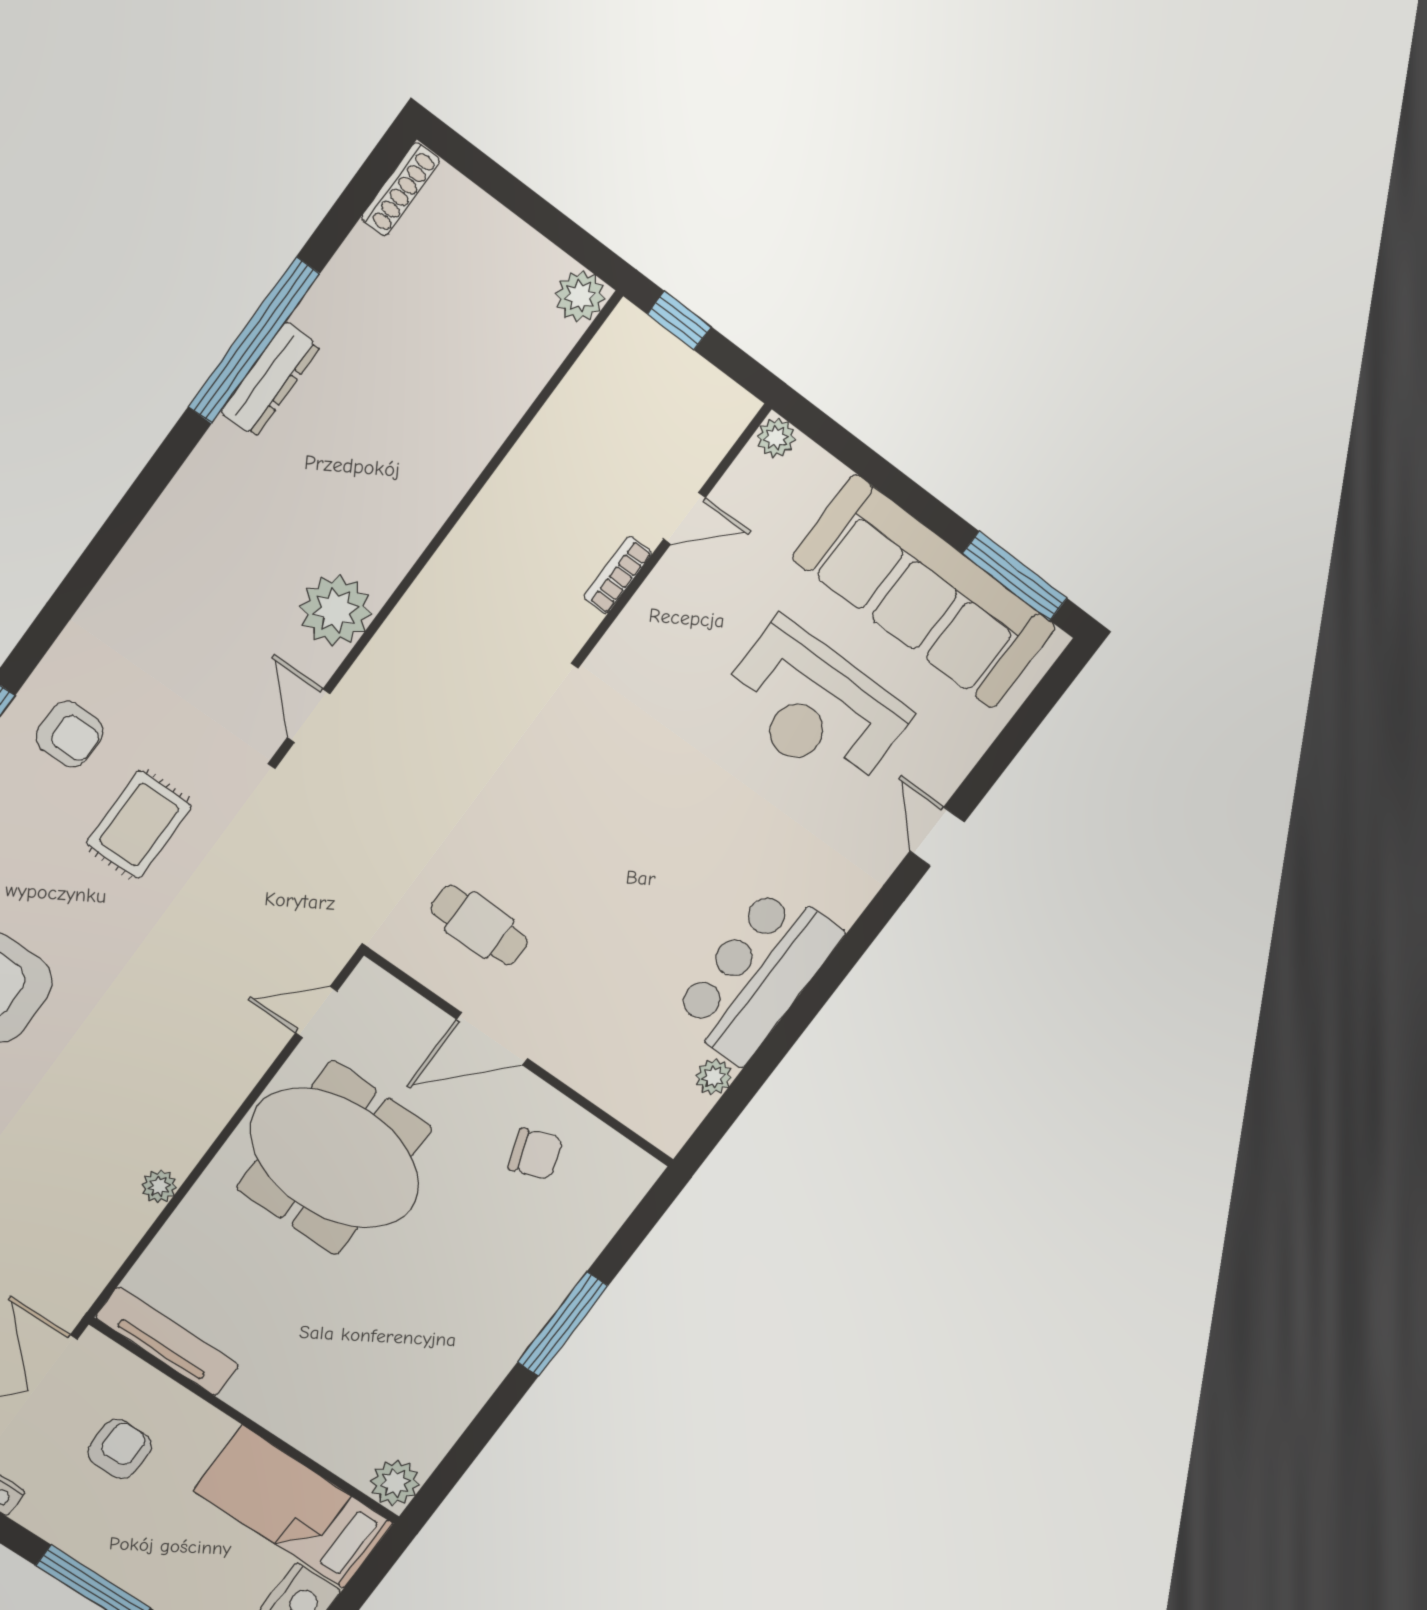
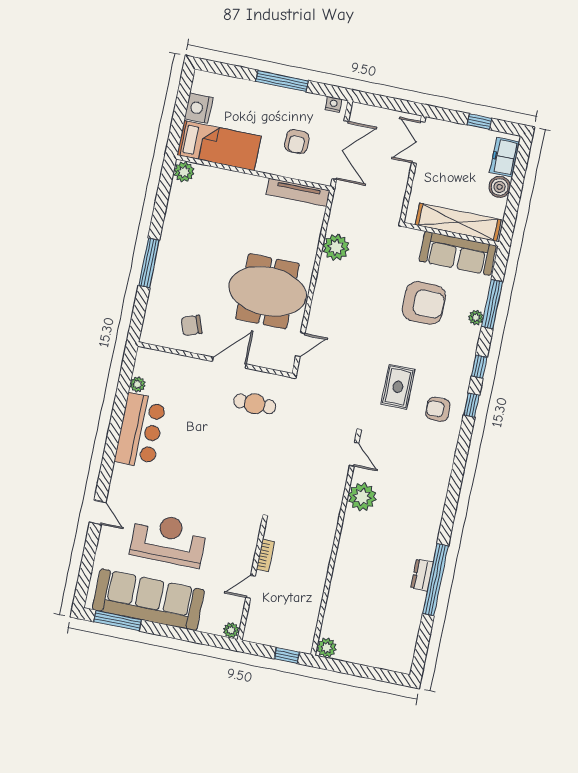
shoe rack: (401, 189) -> (408, 655), removed
dresser: (271, 379) -> (422, 575), width x0.70
plant: (159, 1186) -> (336, 247), width x1.88, depth x1.88

